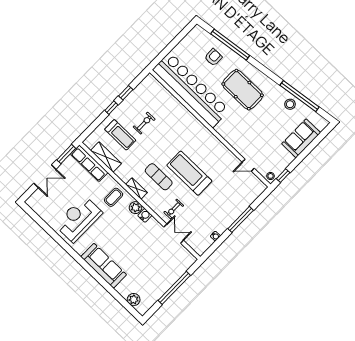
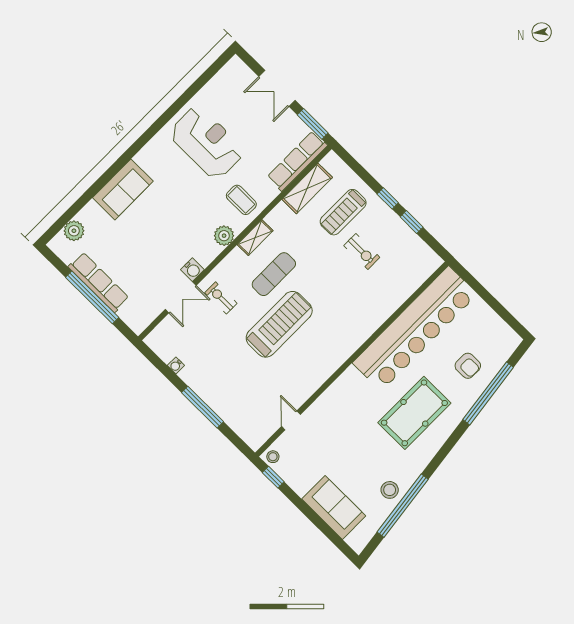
water cooler: (145, 215) -> (192, 270), moved
sofa: (104, 266) -> (123, 189), width x0.73
row of seats: (165, 284) -> (99, 282), added

